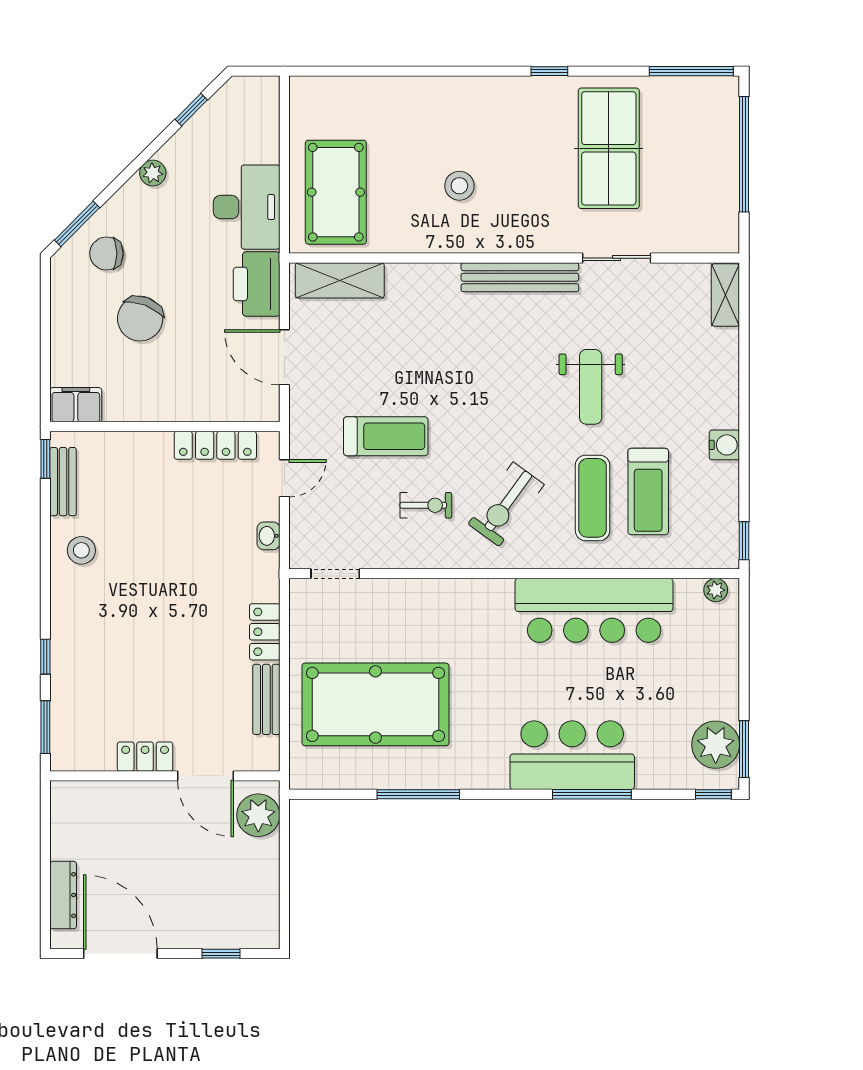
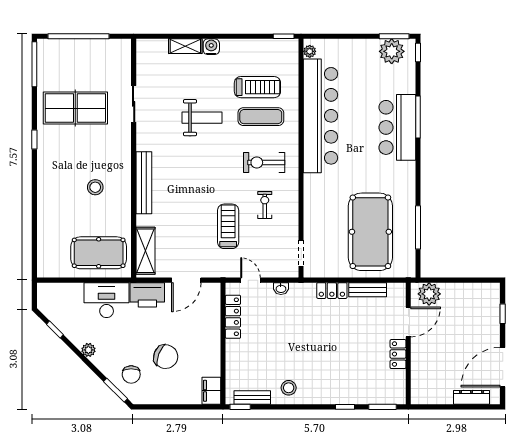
bench: (520, 277) -> (144, 183), moved
shelving: (725, 295) -> (185, 46), moved
water cooler: (724, 445) -> (211, 47), moved
exercise bike: (506, 504) -> (264, 163), turned 144
bar counter: (594, 610) -> (320, 116), width x1.36
window: (418, 794) -> (418, 227), moved

